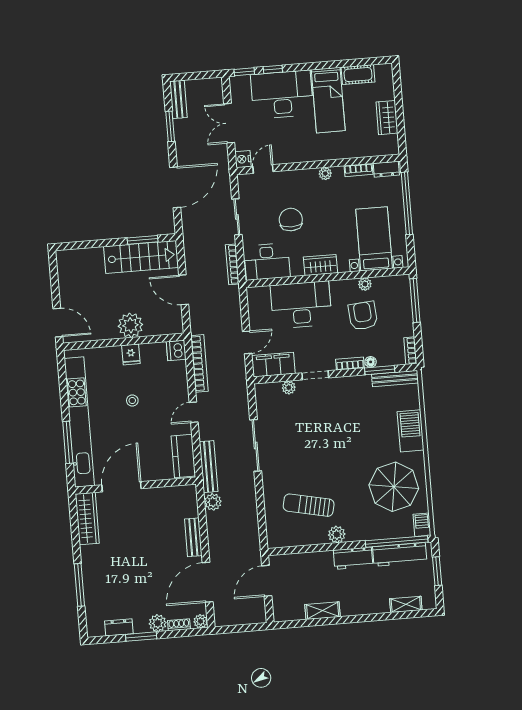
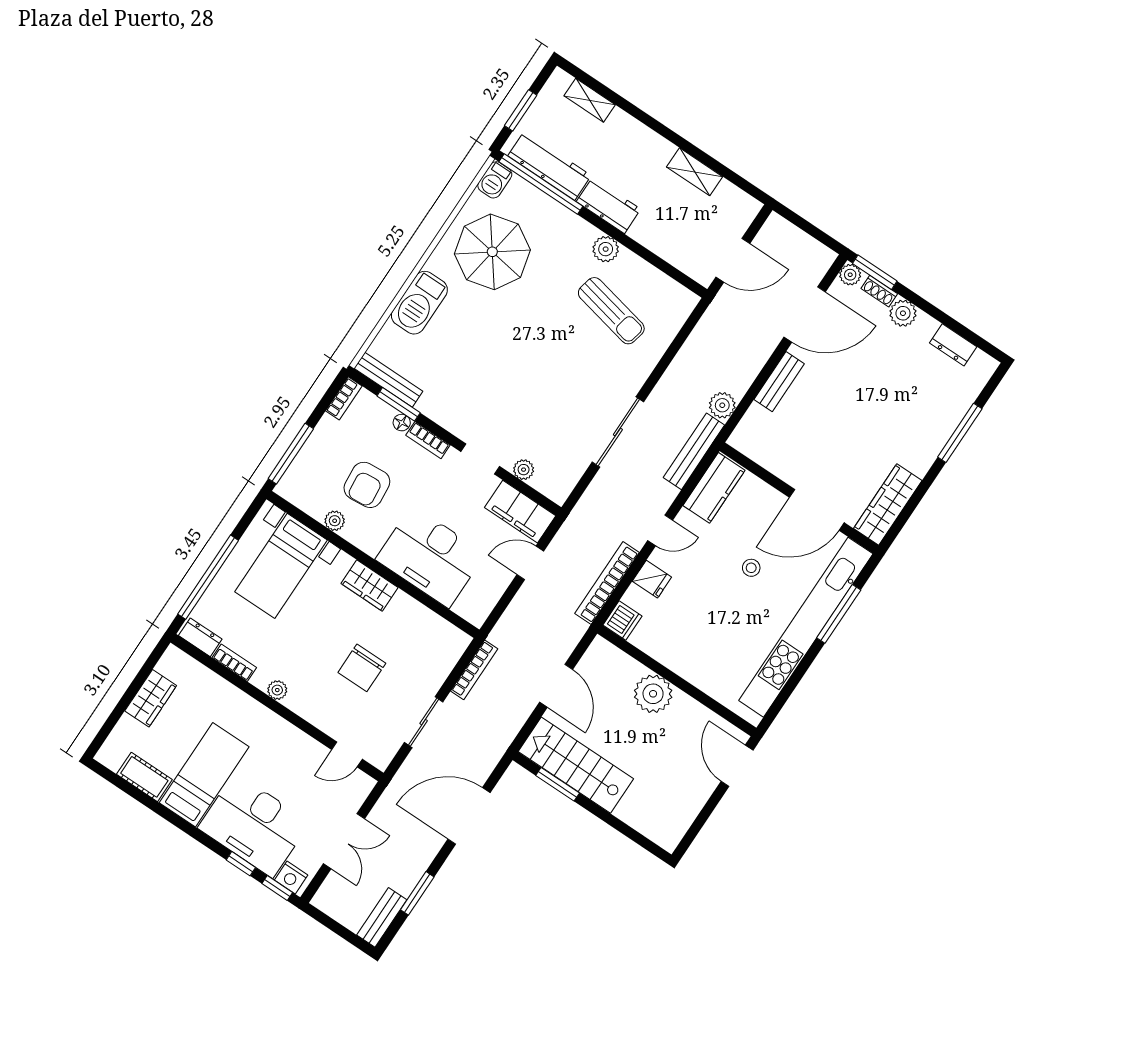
nightstand: (243, 159) -> (291, 877), moved, turned 90
desk: (267, 262) -> (430, 640), removed
fridge: (131, 354) -> (652, 579), moved, turned 90
stool: (132, 401) -> (751, 568), moved
window: (141, 637) -> (875, 272), moved

